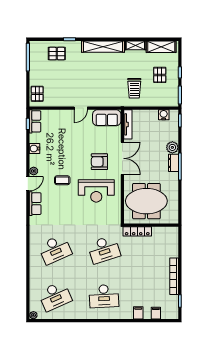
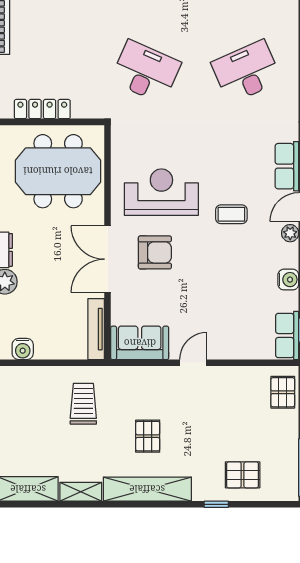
pallet: (160, 75) -> (148, 436), moved
locker: (137, 231) -> (42, 109), moved
desk: (104, 250) -> (146, 72), turned 42

